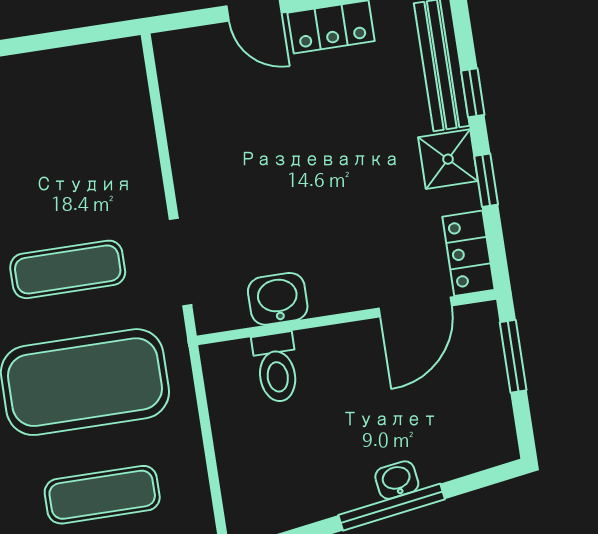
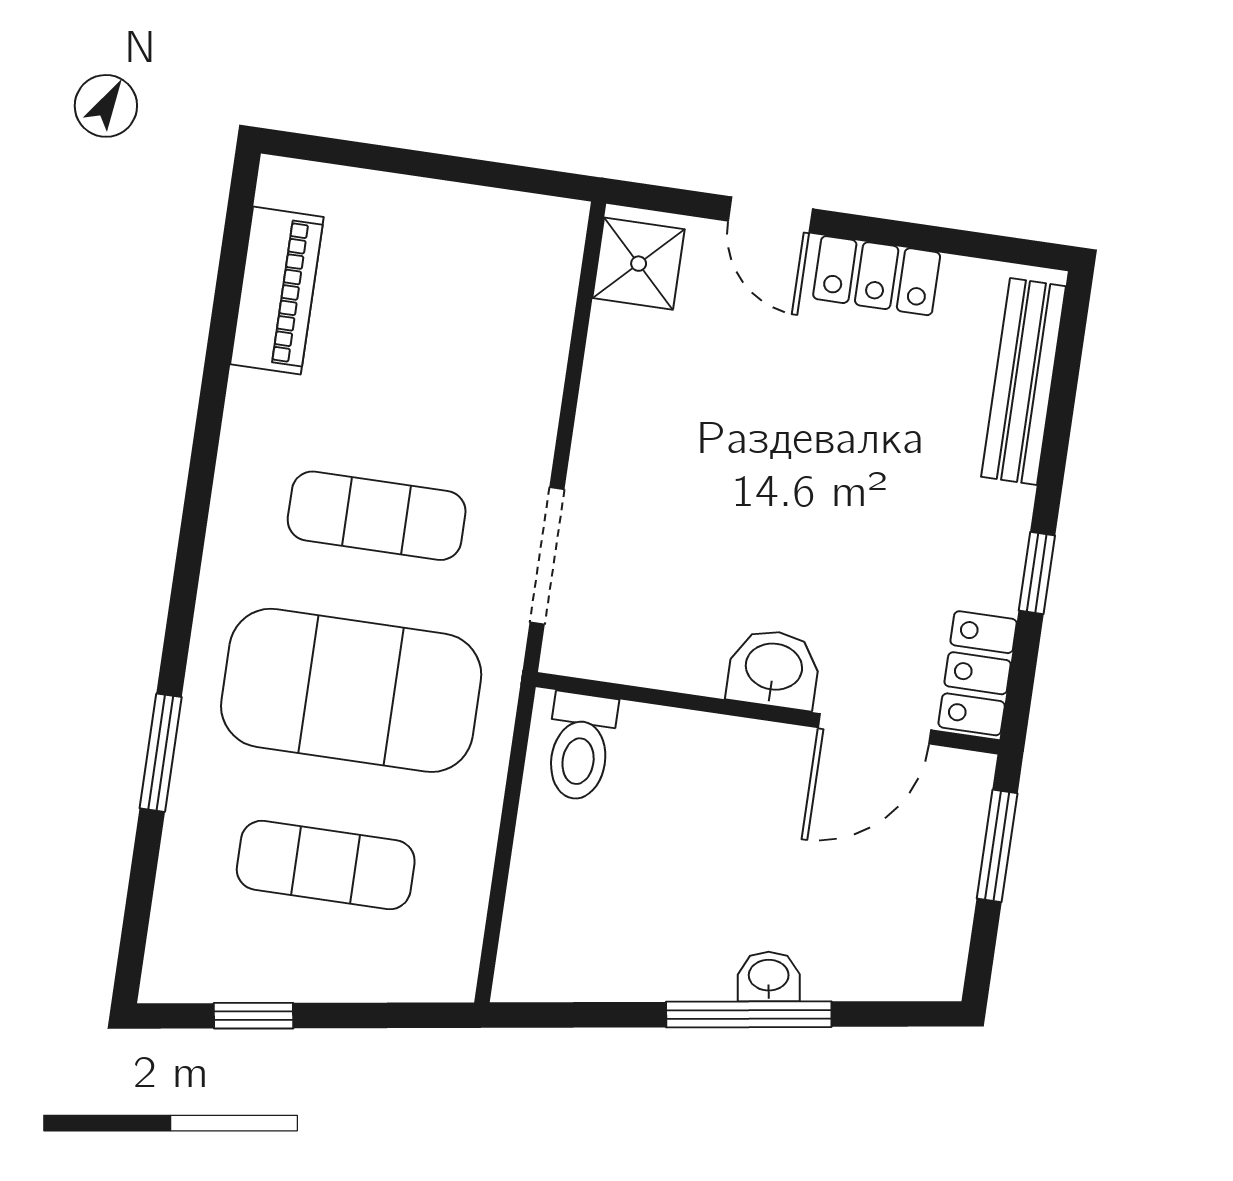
window: (473, 93) -> (1057, 437), removed
shower: (448, 159) -> (639, 264), moved
washbasin: (278, 299) -> (774, 669), moved
toilet: (276, 368) -> (580, 747), moved

